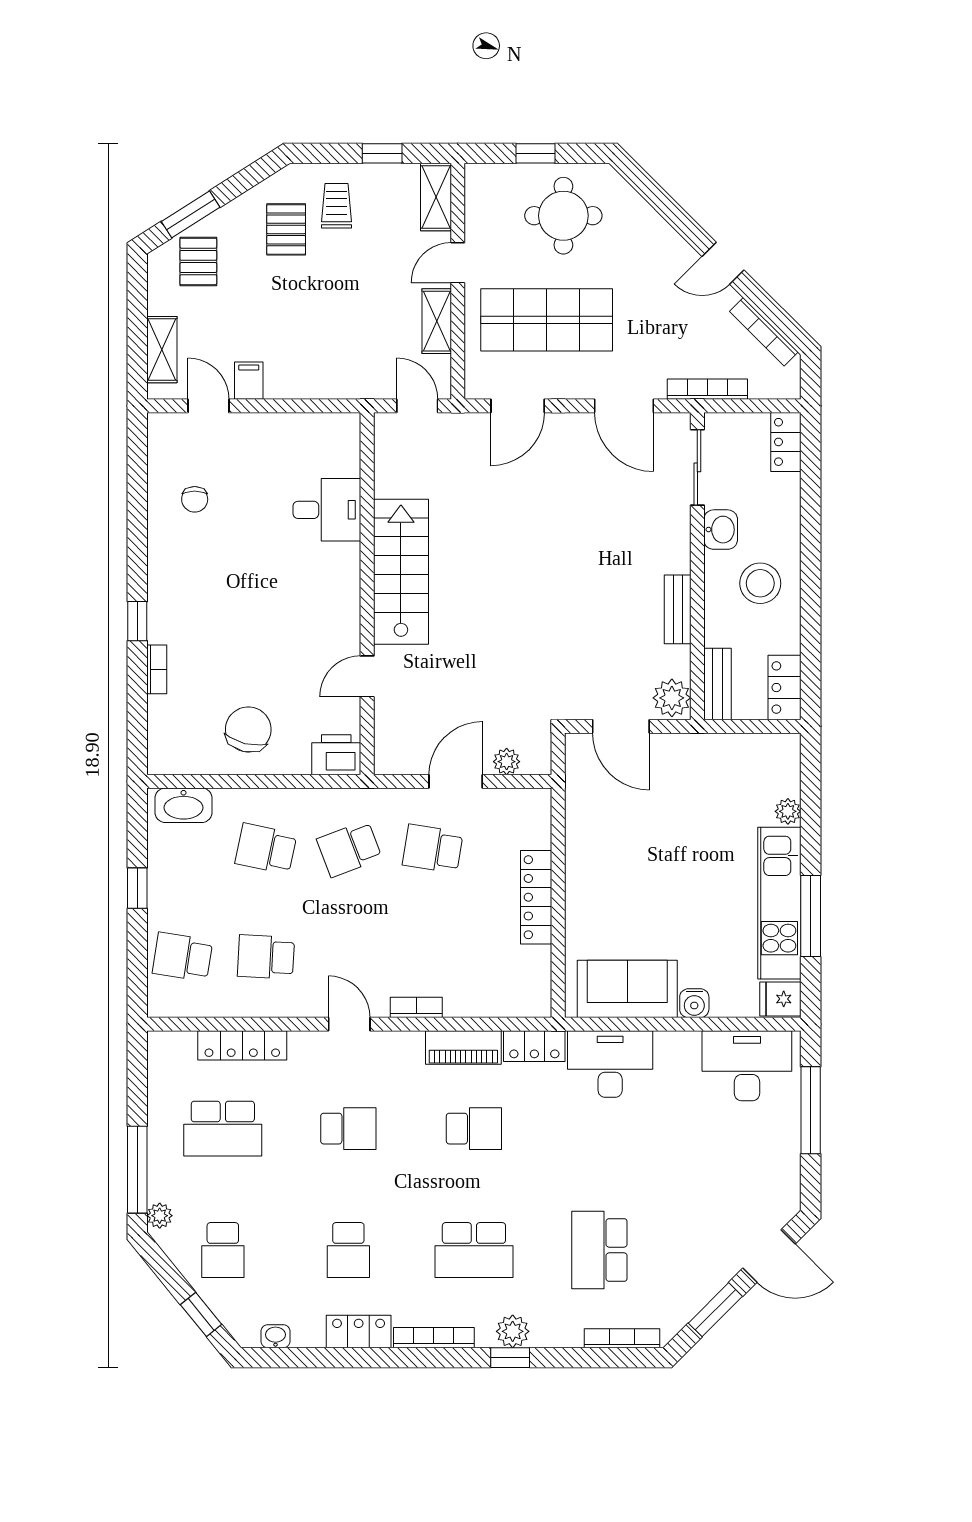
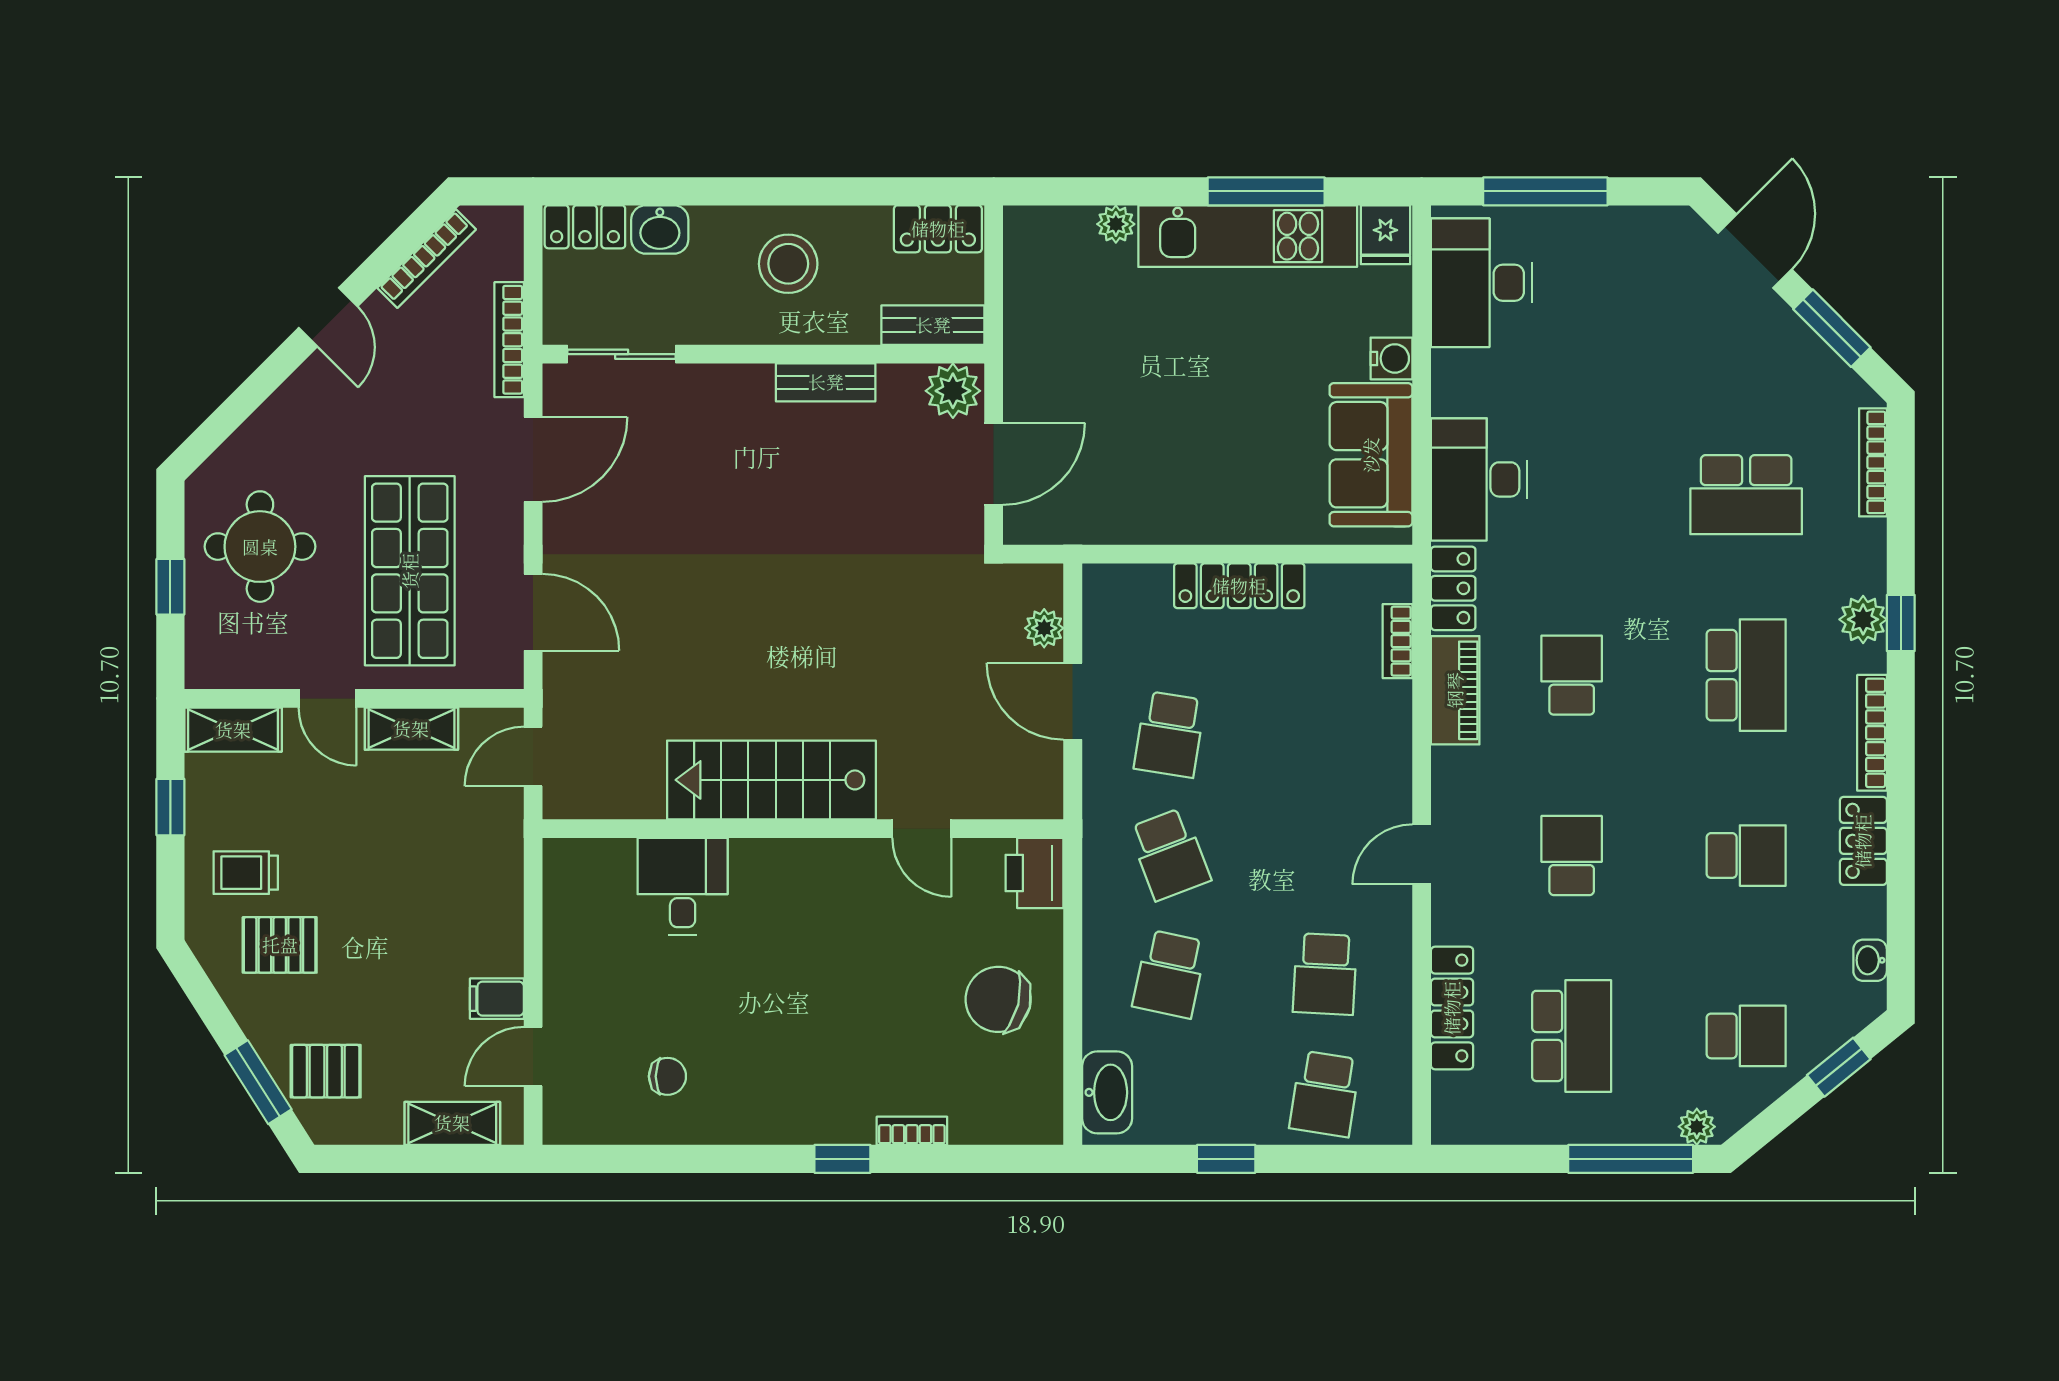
washbasin: (721, 530) -> (660, 229), moved, turned 180
bookcase: (416, 1007) -> (1398, 641), moved

